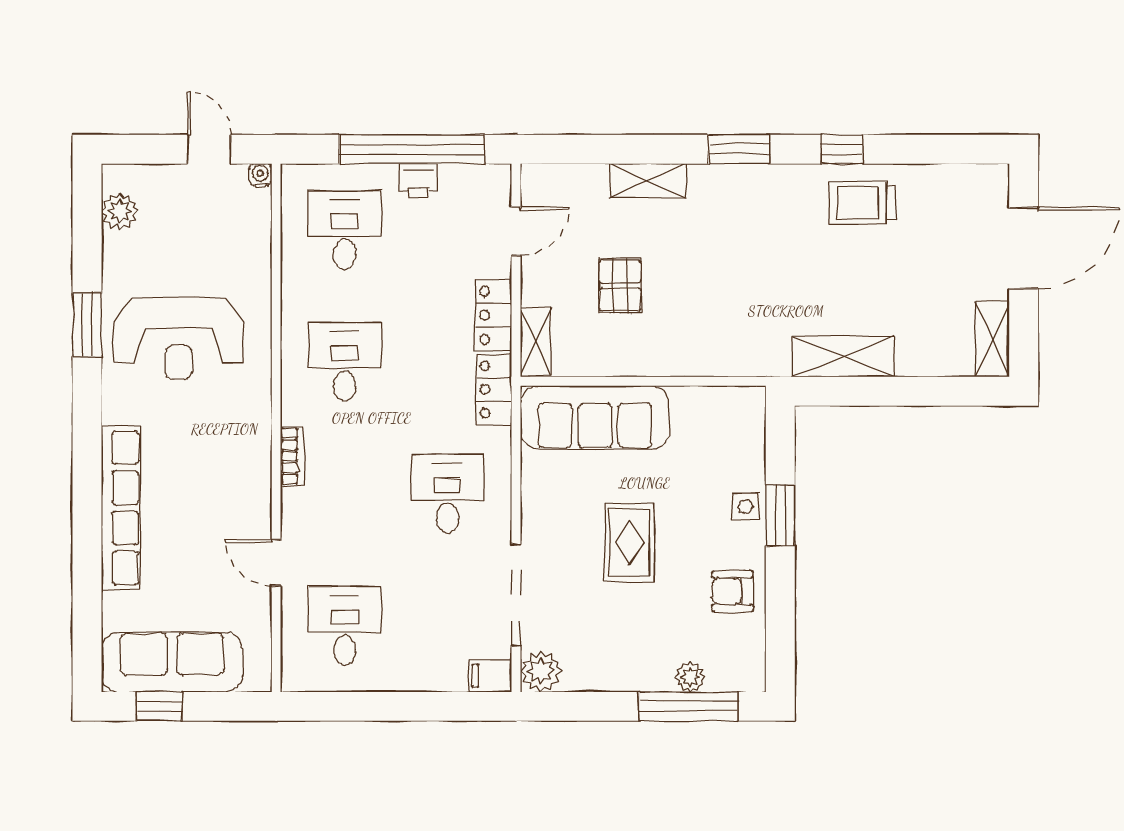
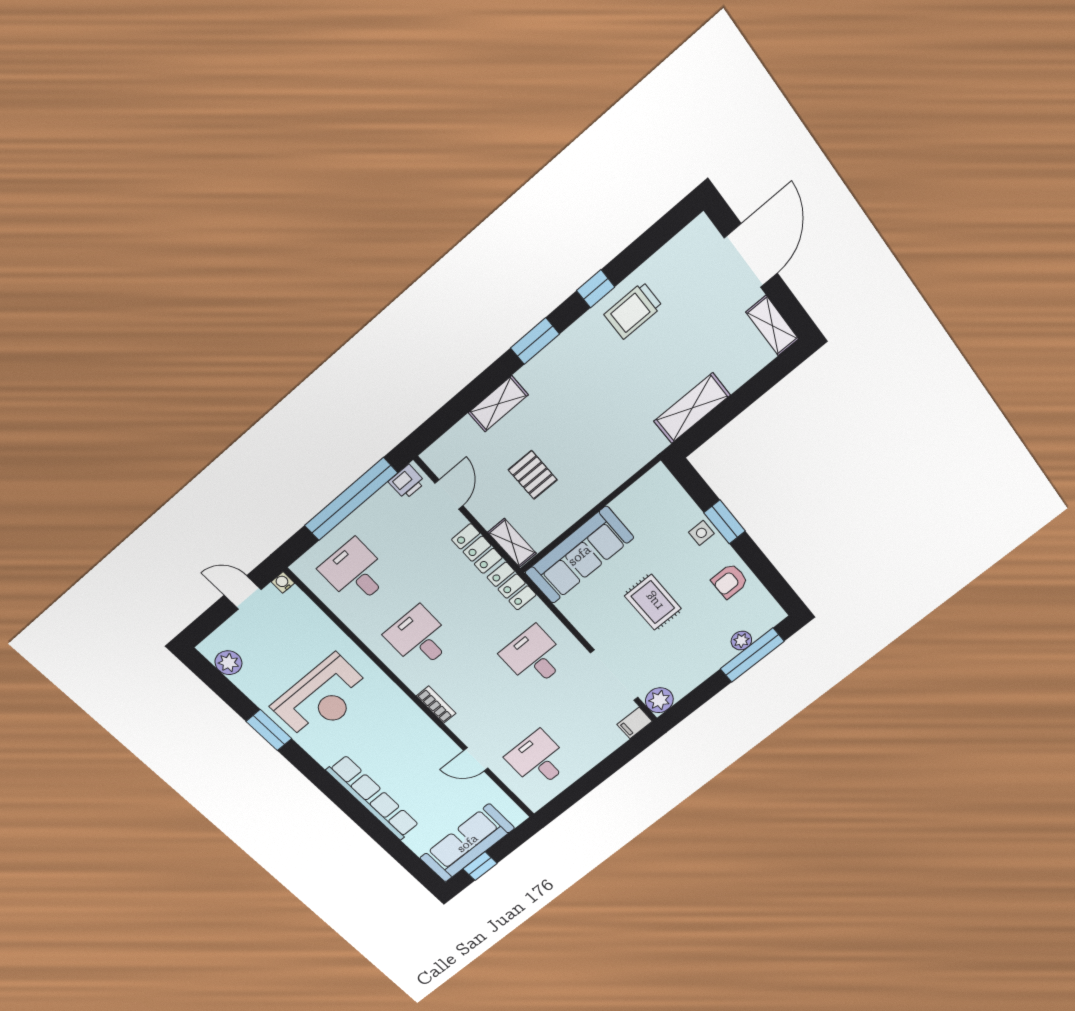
printer: (419, 181) -> (407, 482), moved

